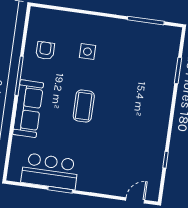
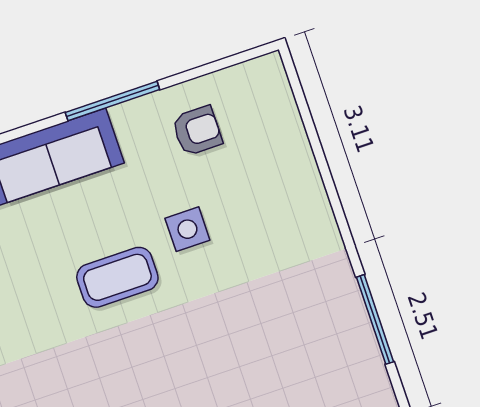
side table: (87, 52) -> (187, 229), moved

